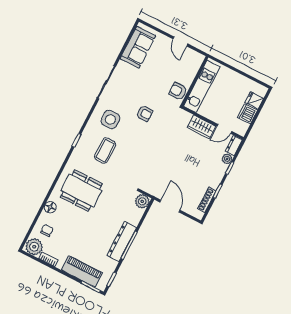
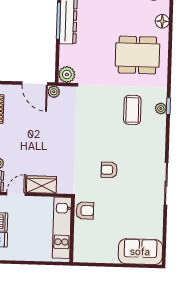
door: (180, 41) -> (107, 265), removed
sofa: (138, 47) -> (140, 252), moved, turned 90
side table: (110, 119) -> (143, 146), removed
plant: (83, 141) -> (161, 108), added
plant: (158, 193) -> (54, 92), added

